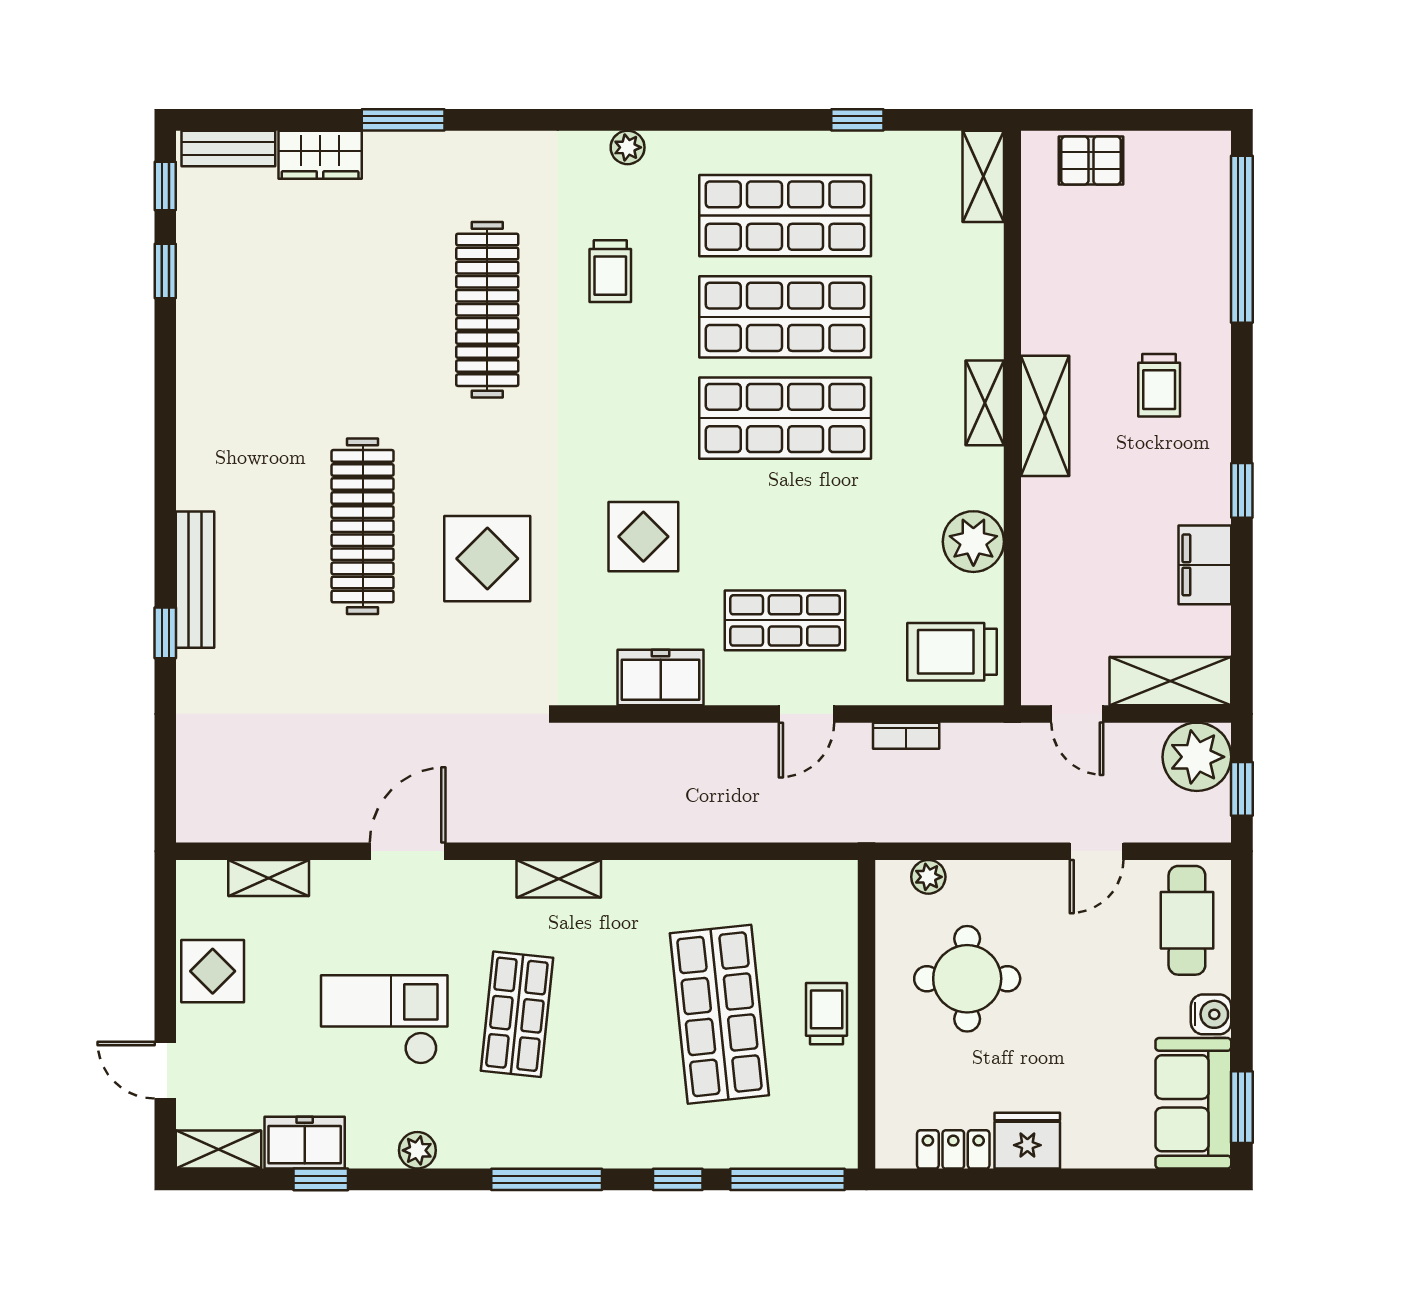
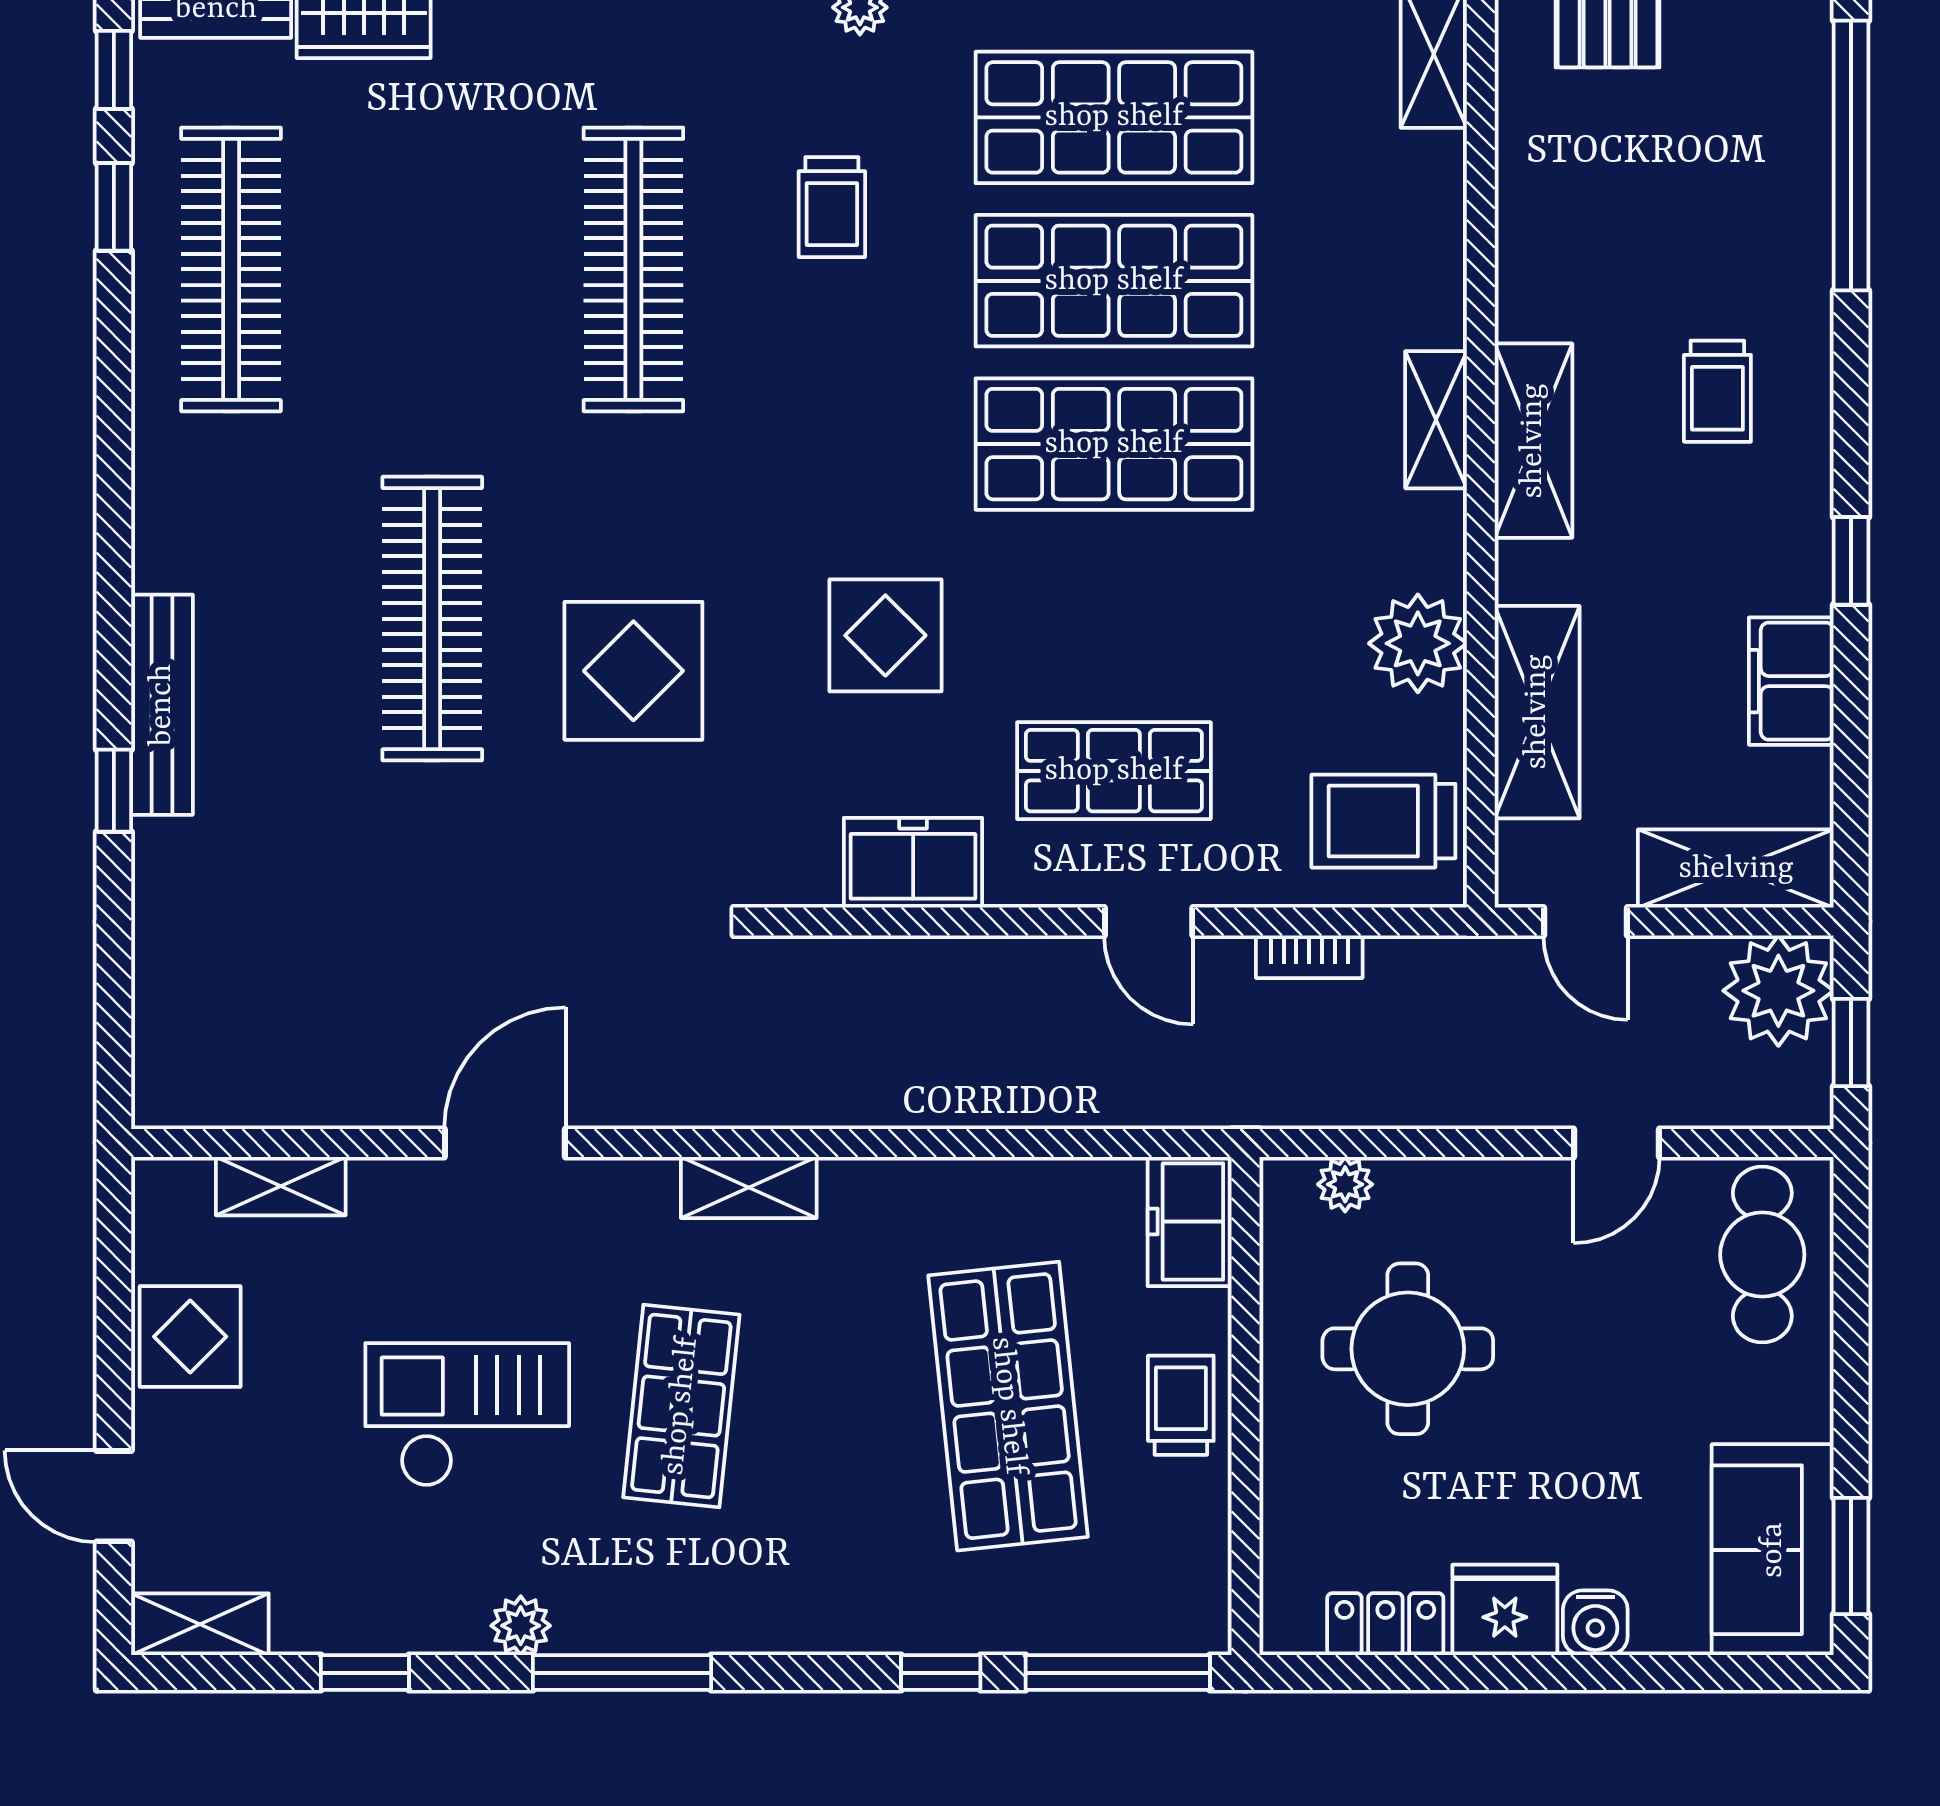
clothes rail: (238, 310) -> (231, 269), added
shelving: (1047, 584) -> (1537, 712), added
door: (807, 714) -> (1149, 922), hinge flipped
water cooler: (1211, 1014) -> (1595, 1623), moved, turned 90
freezer: (305, 1143) -> (1190, 1222), moved, turned -90
window: (547, 1179) -> (622, 1673), moved

